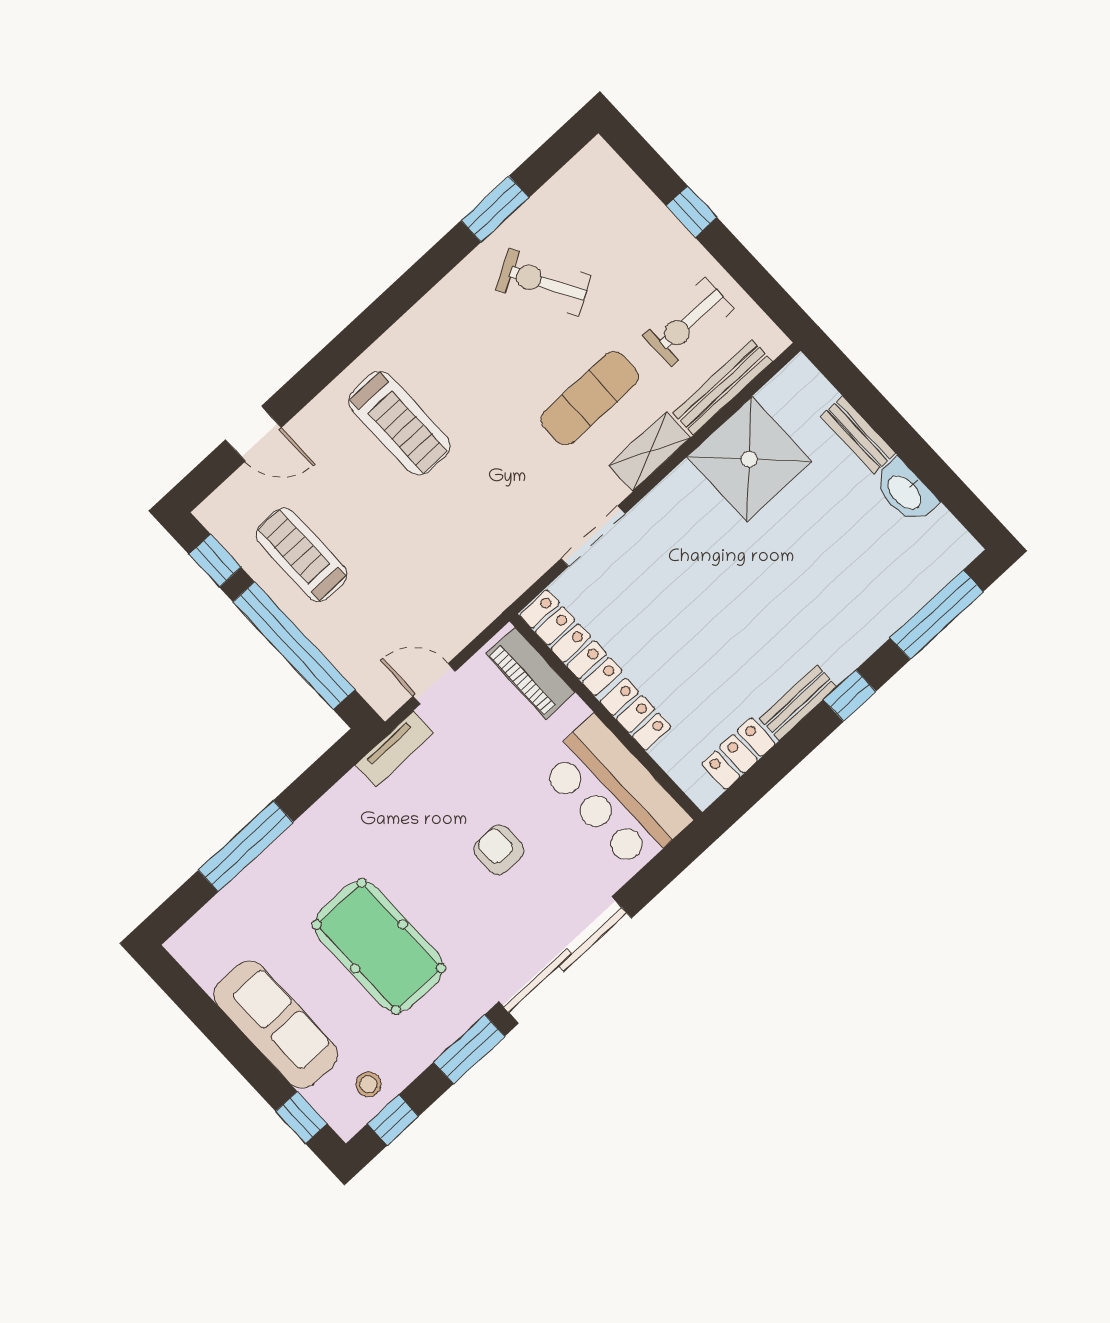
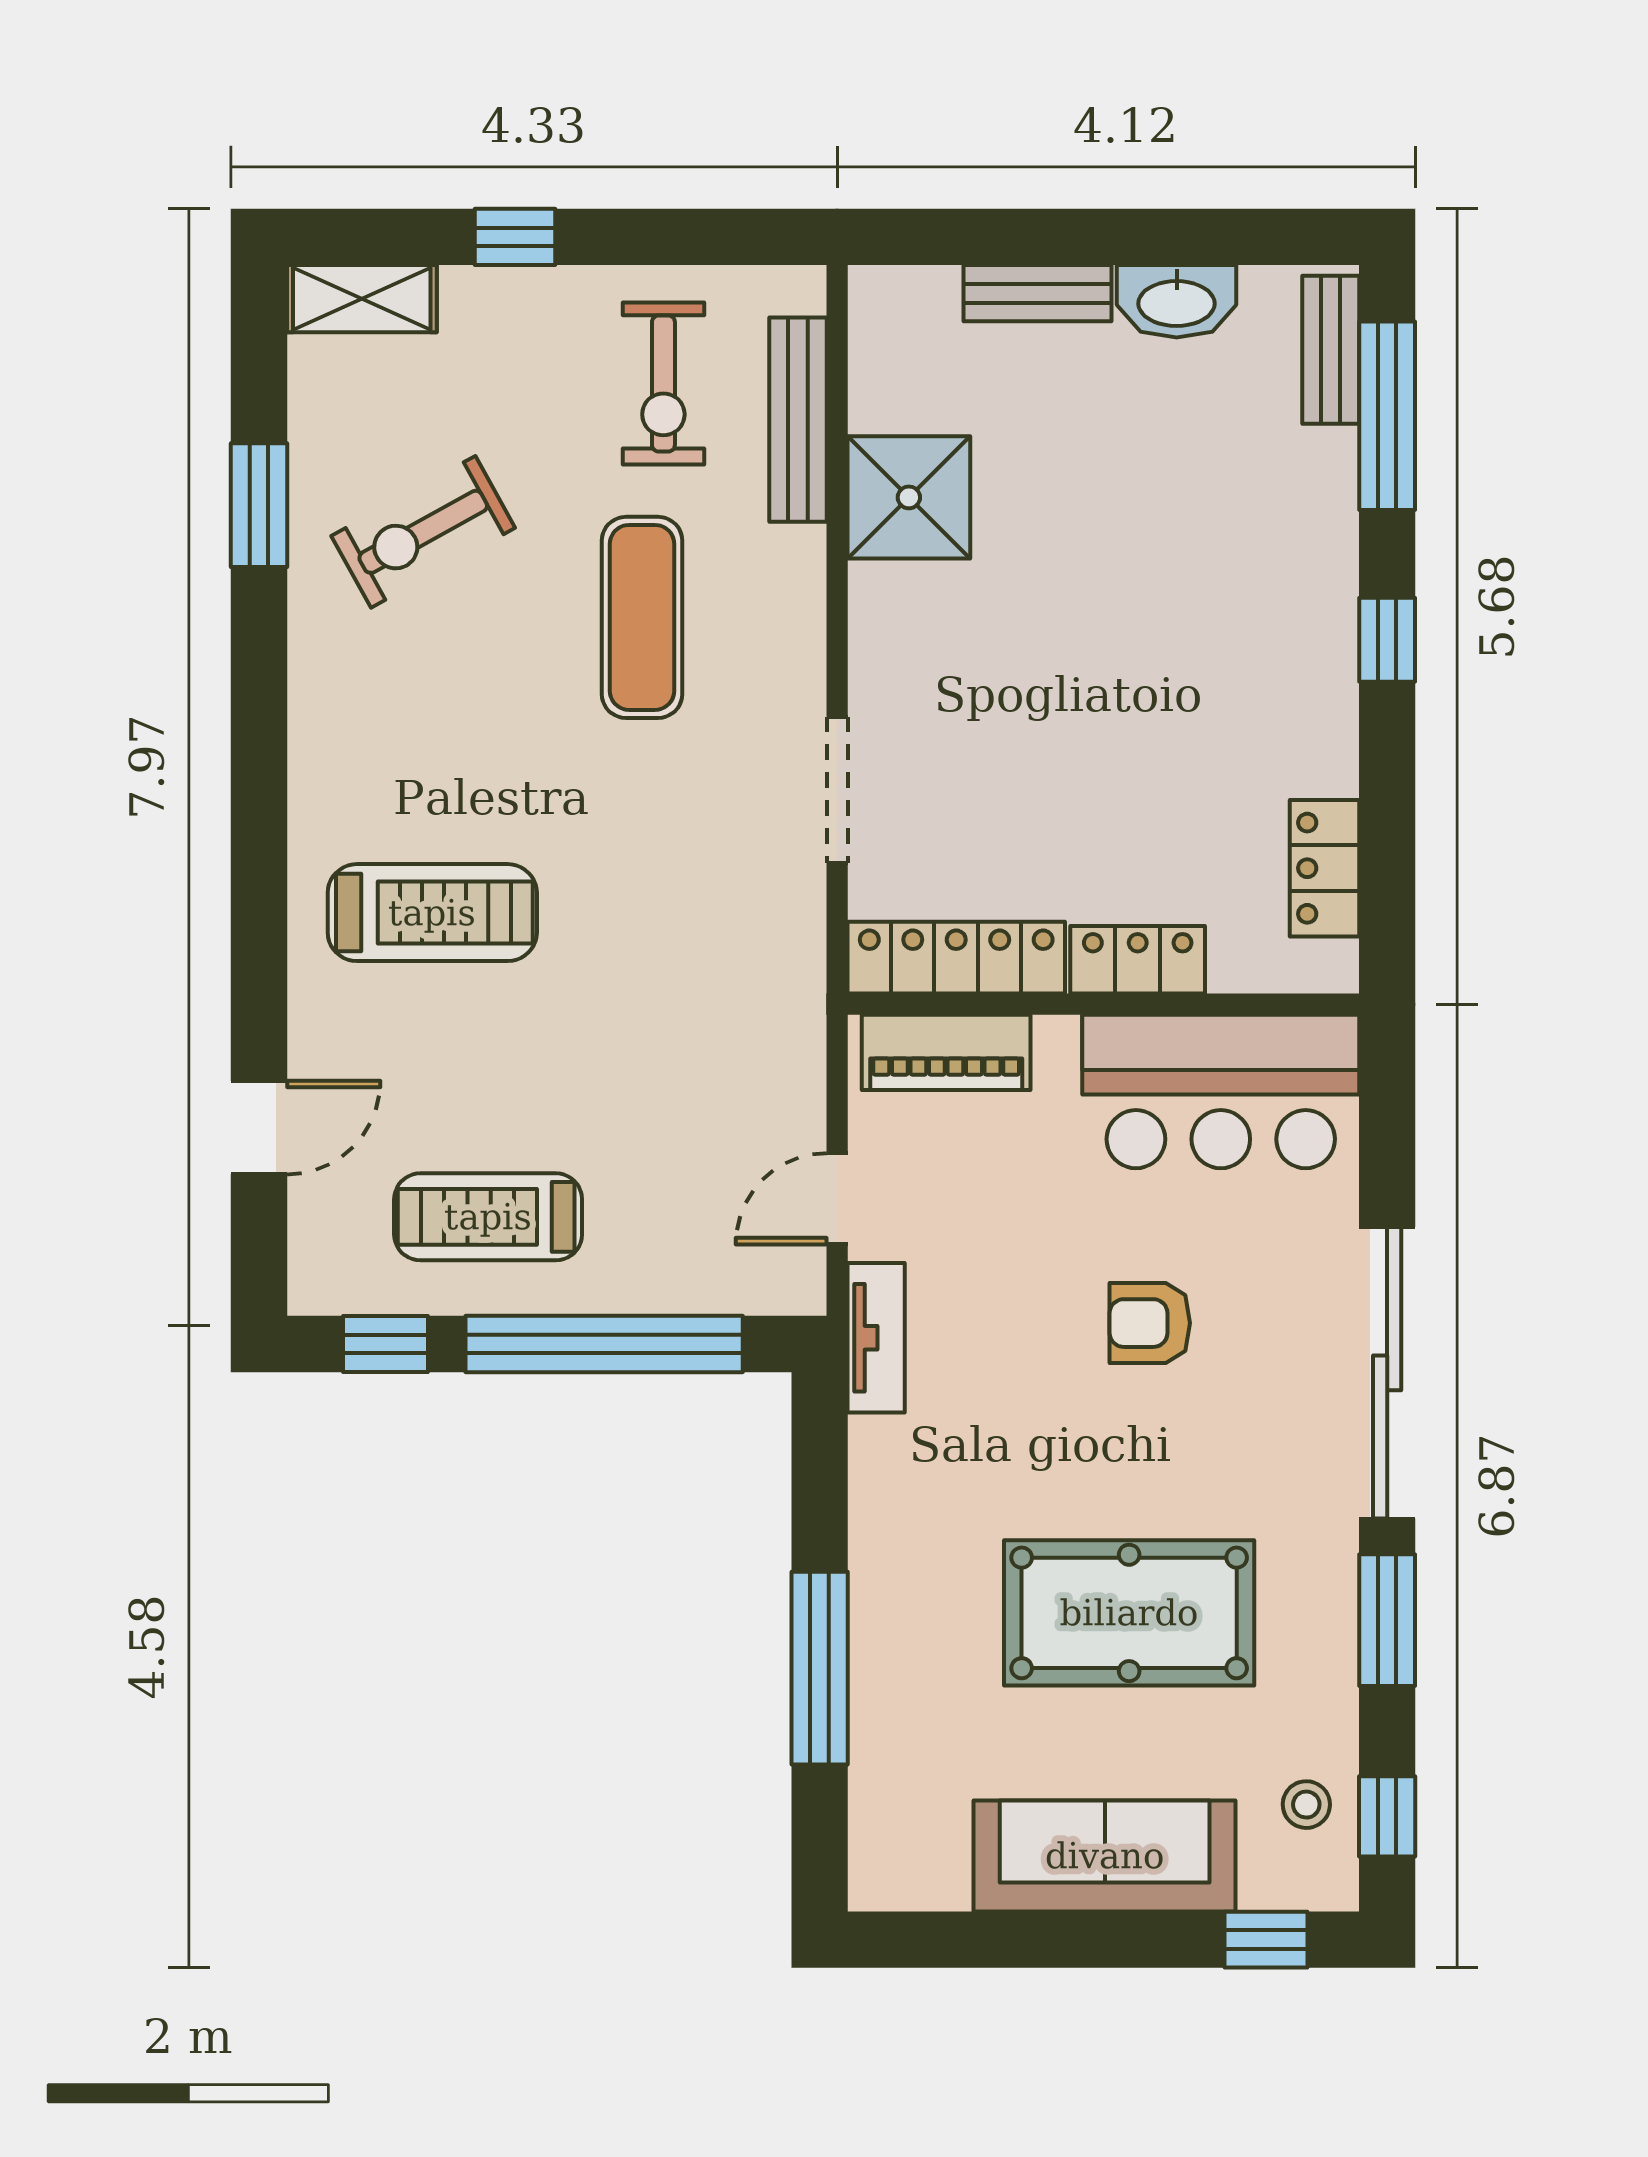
shelving: (650, 451) -> (362, 299), moved, turned 90
shower: (749, 459) -> (909, 497), width x0.73, depth x0.73
bench: (798, 703) -> (1331, 350), moved

